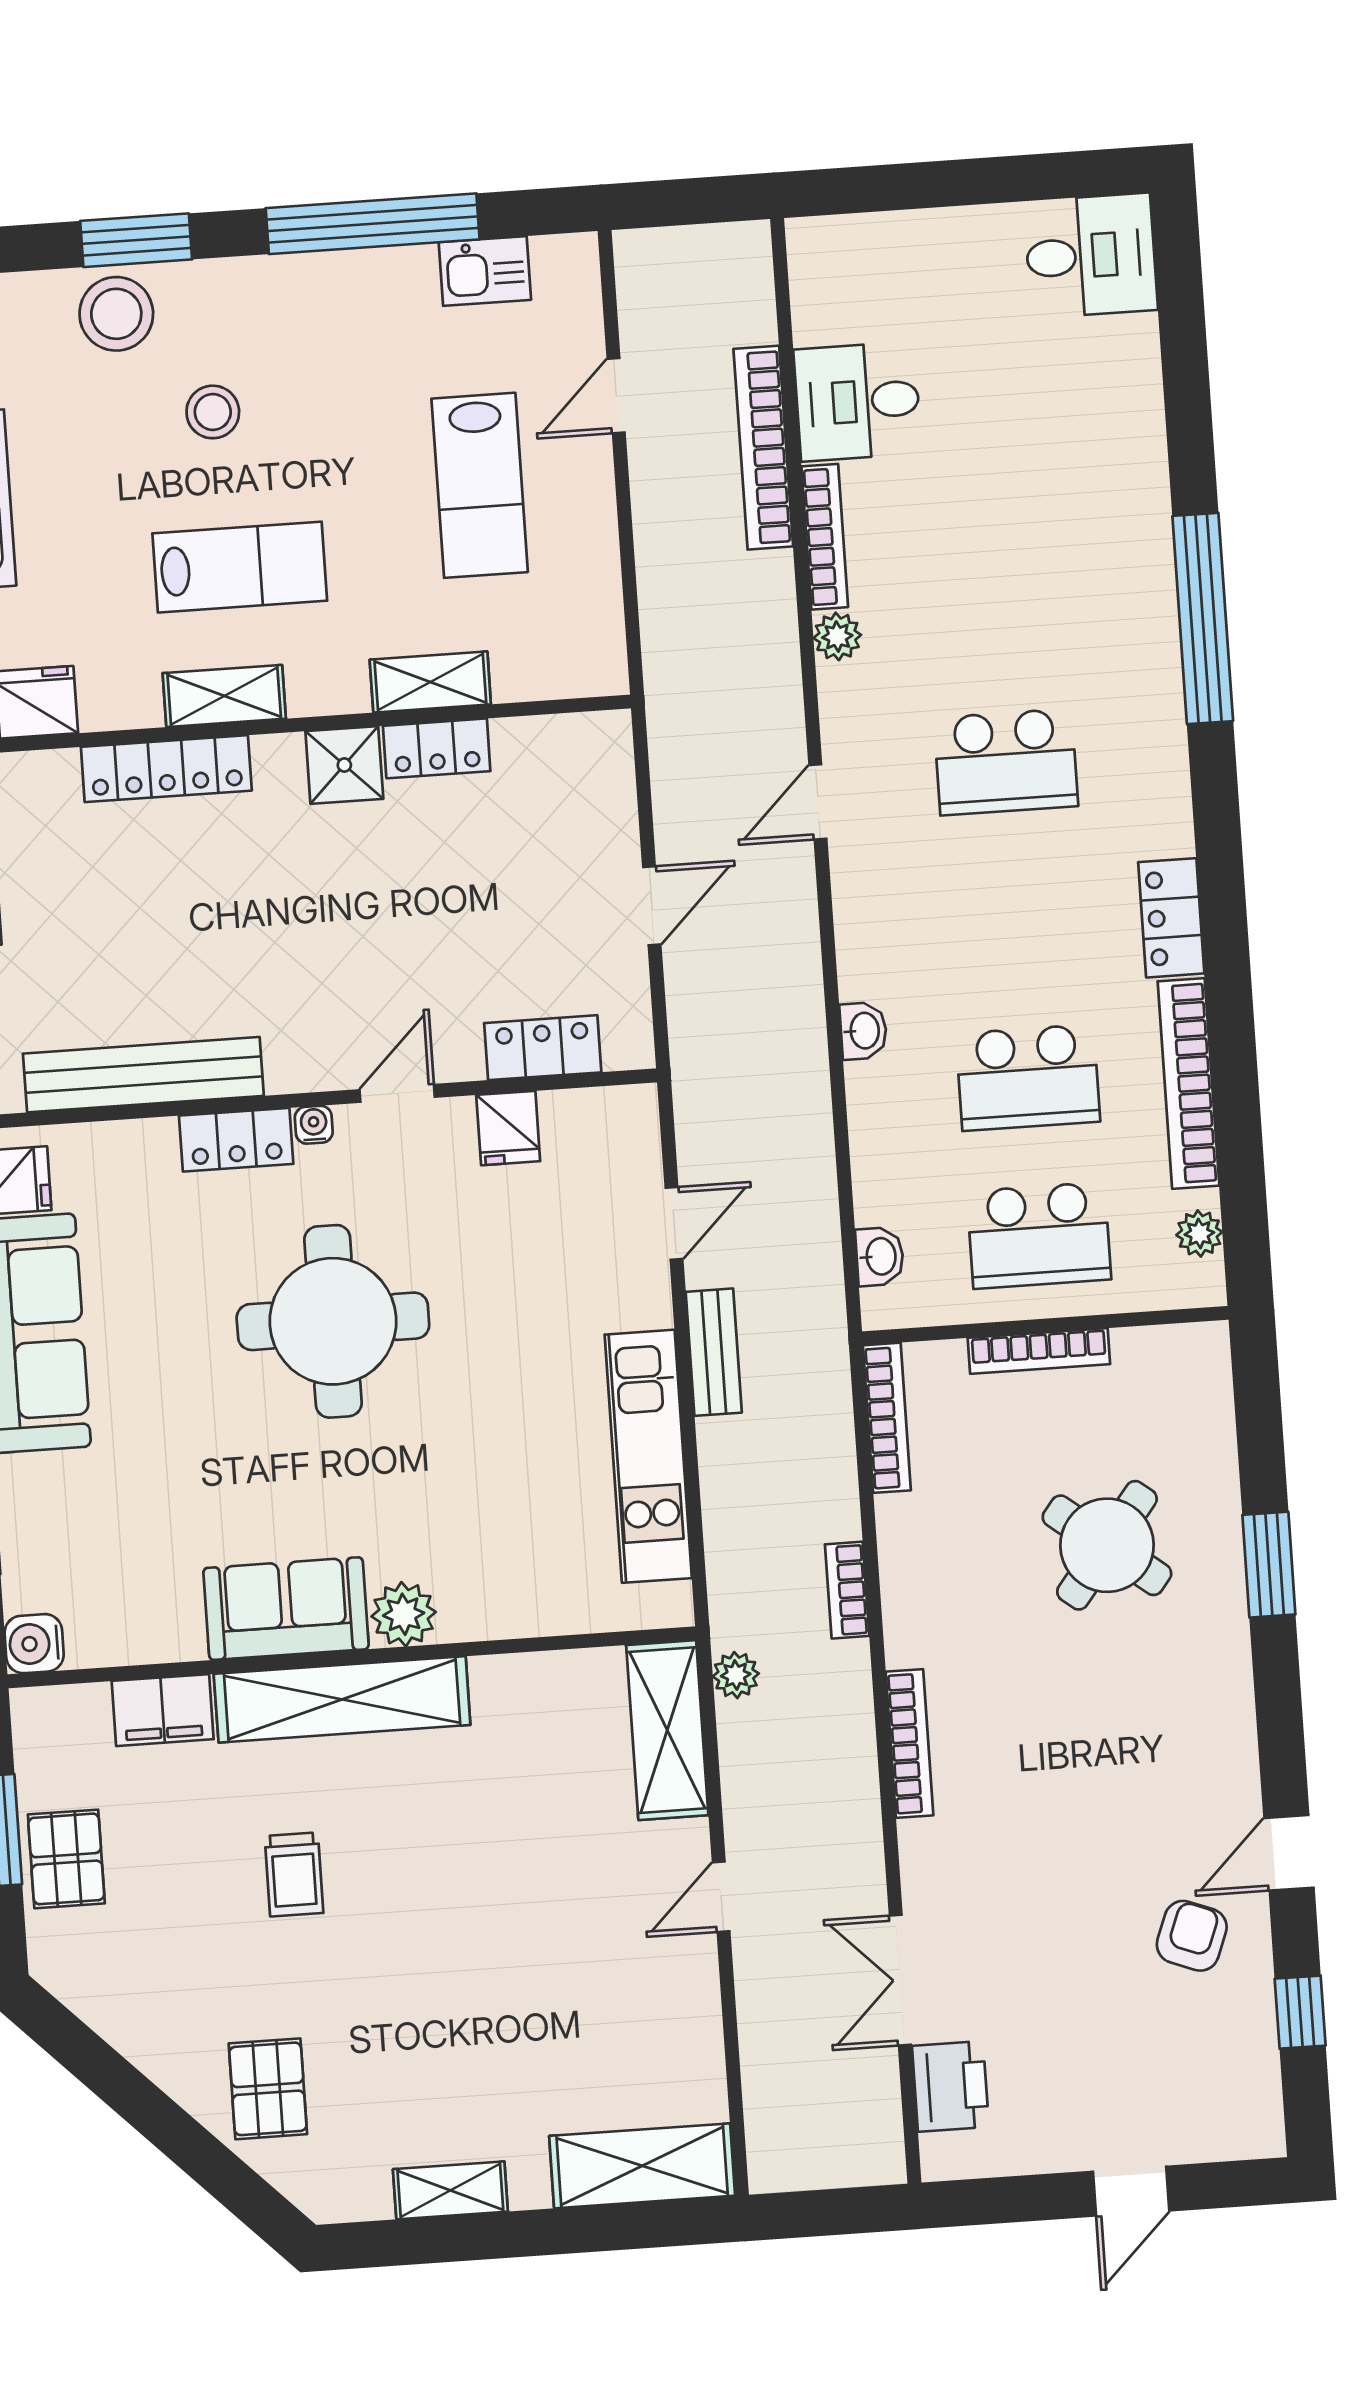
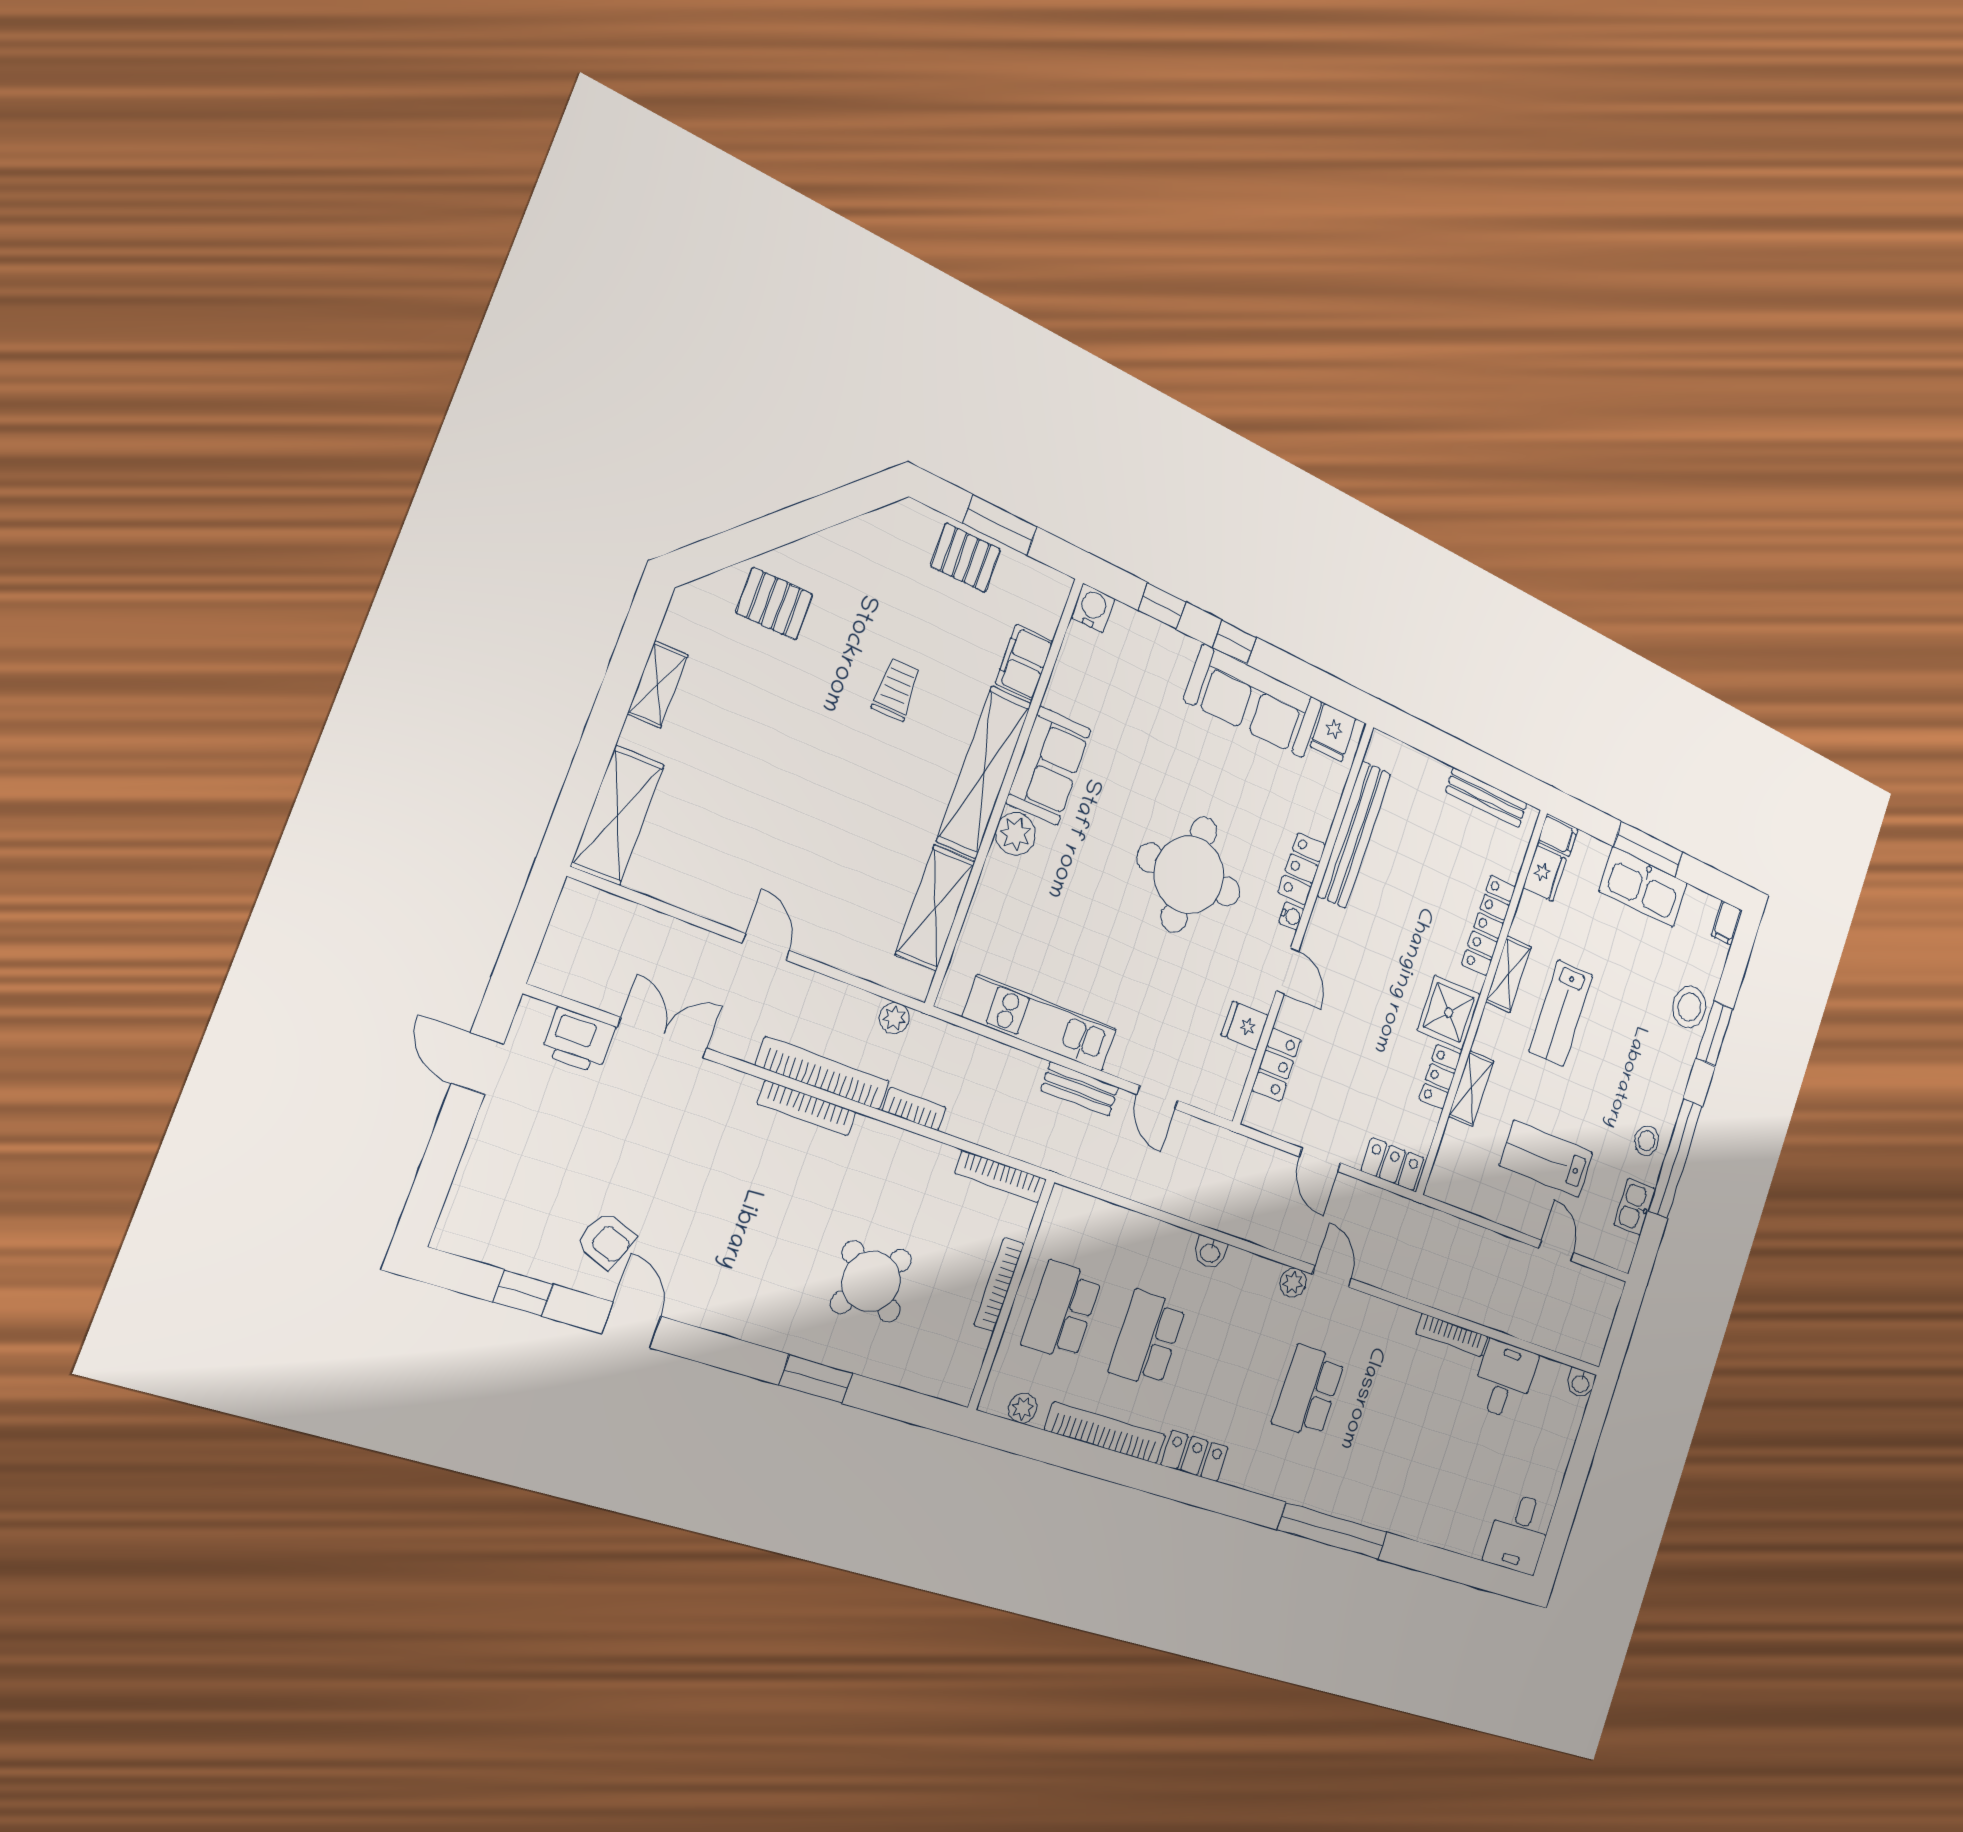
stool: (213, 412) -> (1647, 1141), moved
bookcase: (763, 448) -> (823, 1073), moved
plant: (837, 636) -> (1293, 1283), moved
shower: (344, 765) -> (1449, 1012), width x1.36, depth x1.36
locker: (606, 772) -> (1392, 1164), added
washbasin: (880, 1256) -> (1581, 1383), moved
shelving: (667, 1730) -> (935, 908), moved, turned 90
trolley: (294, 1874) -> (896, 689), turned 90
door: (1131, 2191) -> (478, 1064), moved

